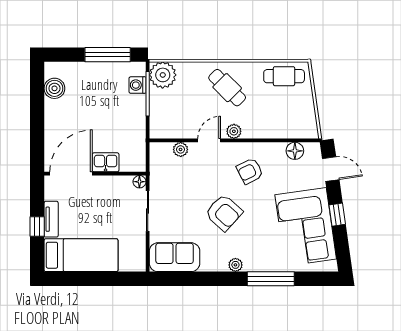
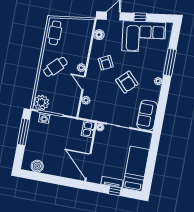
kitchen sink: (106, 162) -> (88, 129), moved
armchair: (224, 213) -> (127, 82), turned 93

